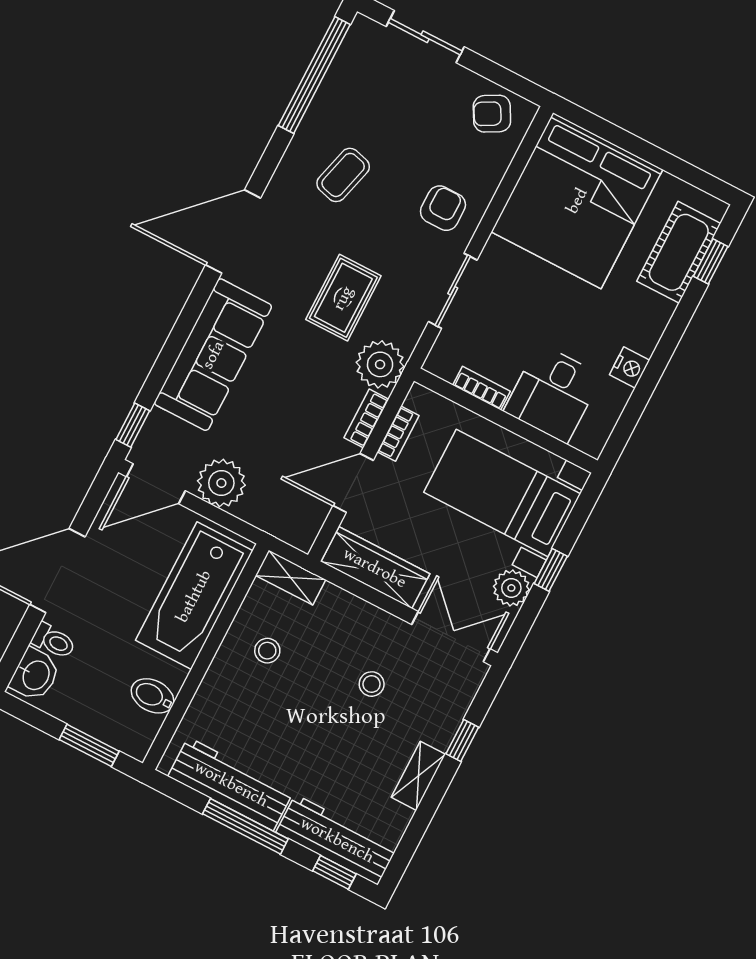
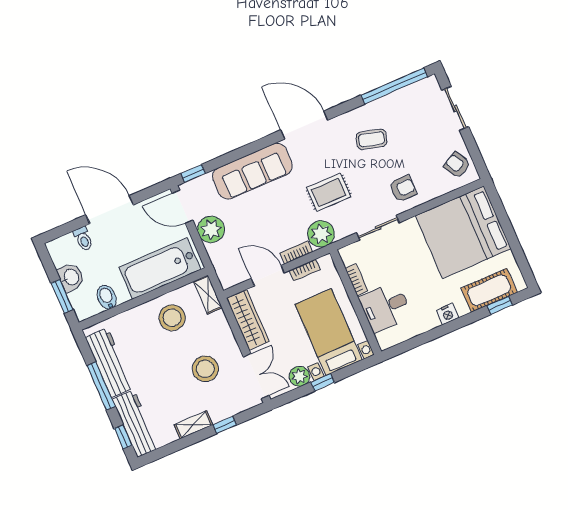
nightstand: (630, 368) -> (448, 314), moved
stool: (267, 651) -> (172, 318), width x1.89, depth x1.89
washbasin: (35, 675) -> (71, 277), moved, turned -90
stool: (372, 684) -> (205, 369), width x1.89, depth x1.89

